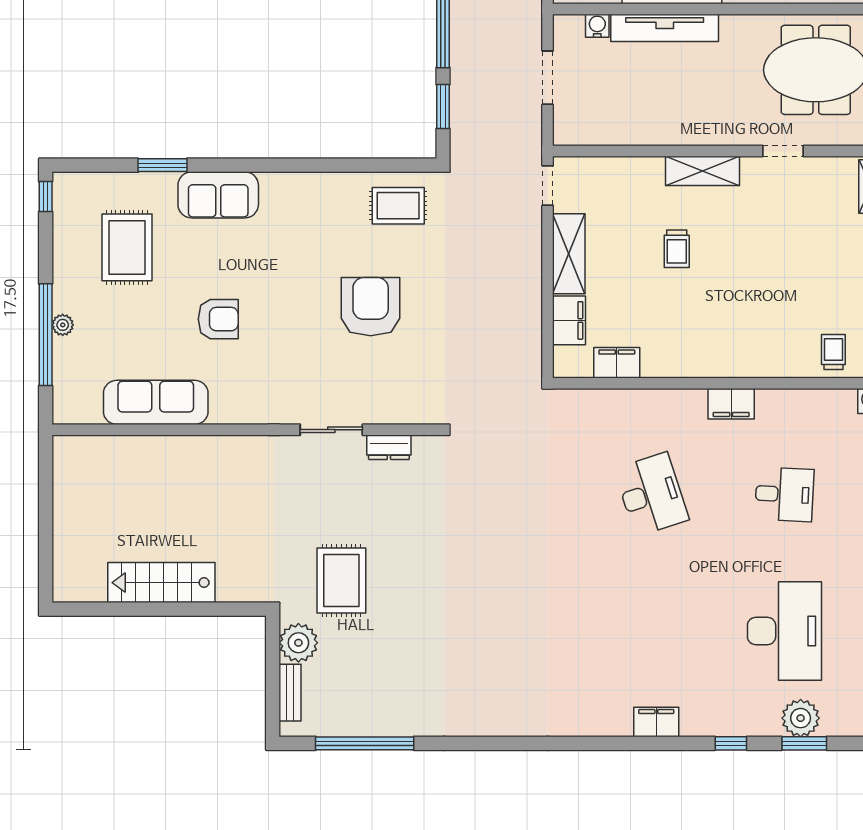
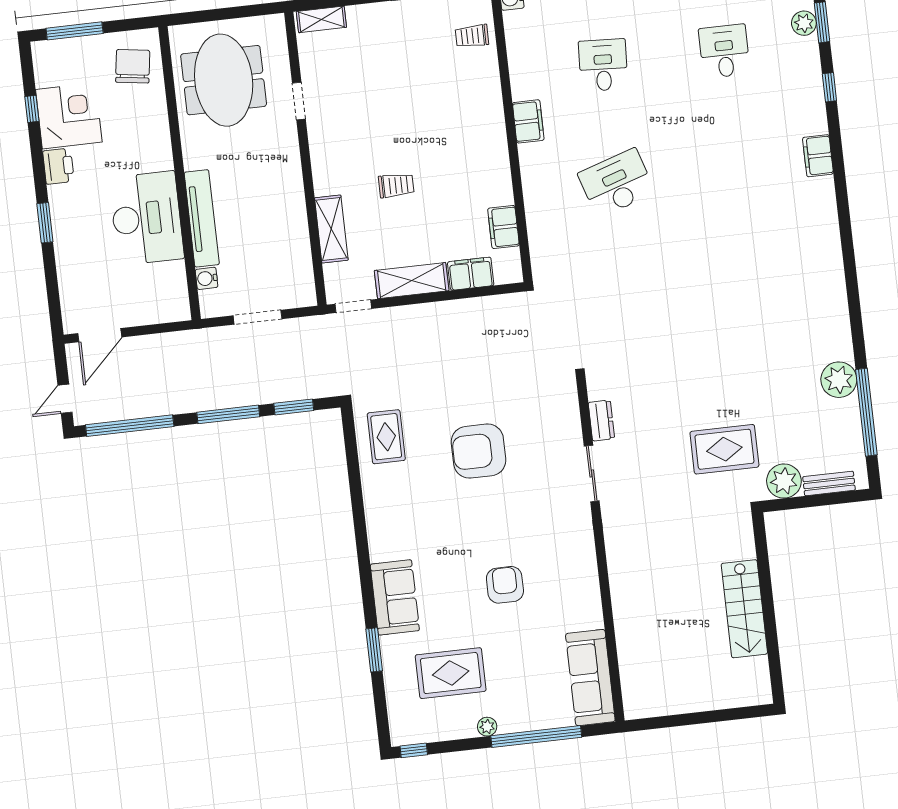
shelving: (703, 171) -> (331, 229), moved
plant: (63, 325) -> (487, 727), moved
sofa: (156, 402) -> (590, 678), moved
desk: (784, 631) -> (724, 51), width x0.53, depth x0.77
plant: (404, 717) -> (839, 380), added
plant: (801, 718) -> (804, 23), width x0.73, depth x0.73

